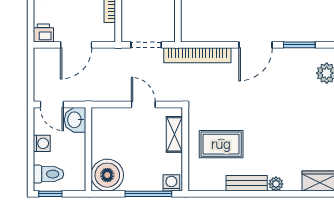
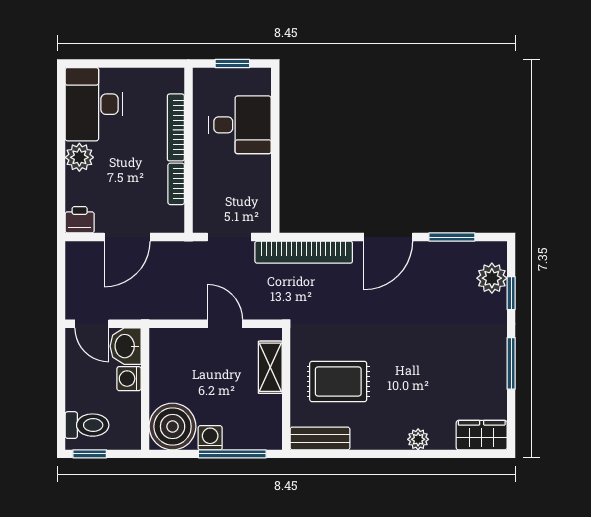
washing machine: (42, 143) -> (129, 379), moved, turned 180
washing machine: (171, 183) -> (210, 438), moved
bench: (247, 183) -> (320, 438), moved

